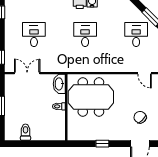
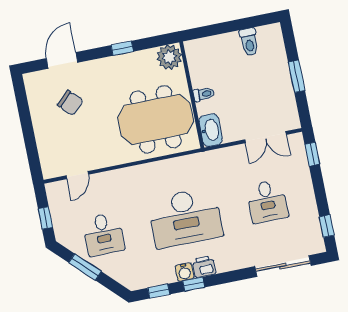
desk: (85, 35) -> (185, 218), width x1.87, depth x1.30
door: (145, 73) -> (77, 175), swing flipped
plant: (75, 133) -> (169, 57), added

